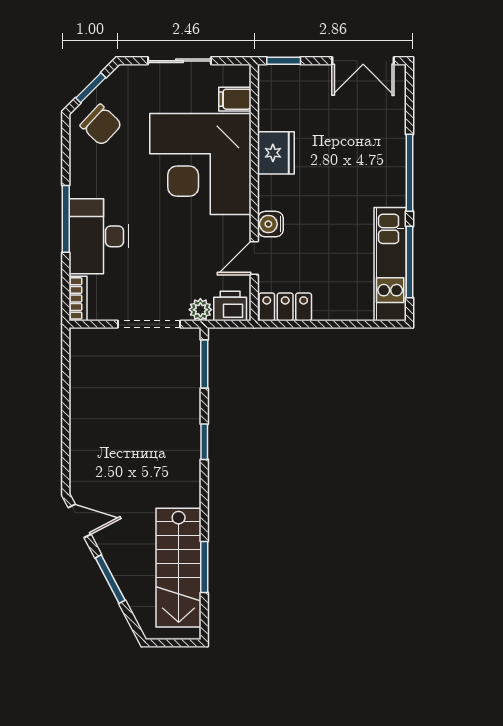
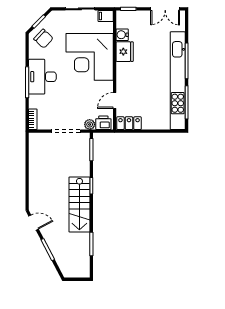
filing cabinet: (235, 99) -> (106, 16), moved
water cooler: (270, 224) -> (122, 35), moved
desk: (99, 236) -> (42, 77), moved
kitchen unit: (390, 264) -> (178, 81), width x1.86
stairs: (179, 568) -> (79, 204), moved

